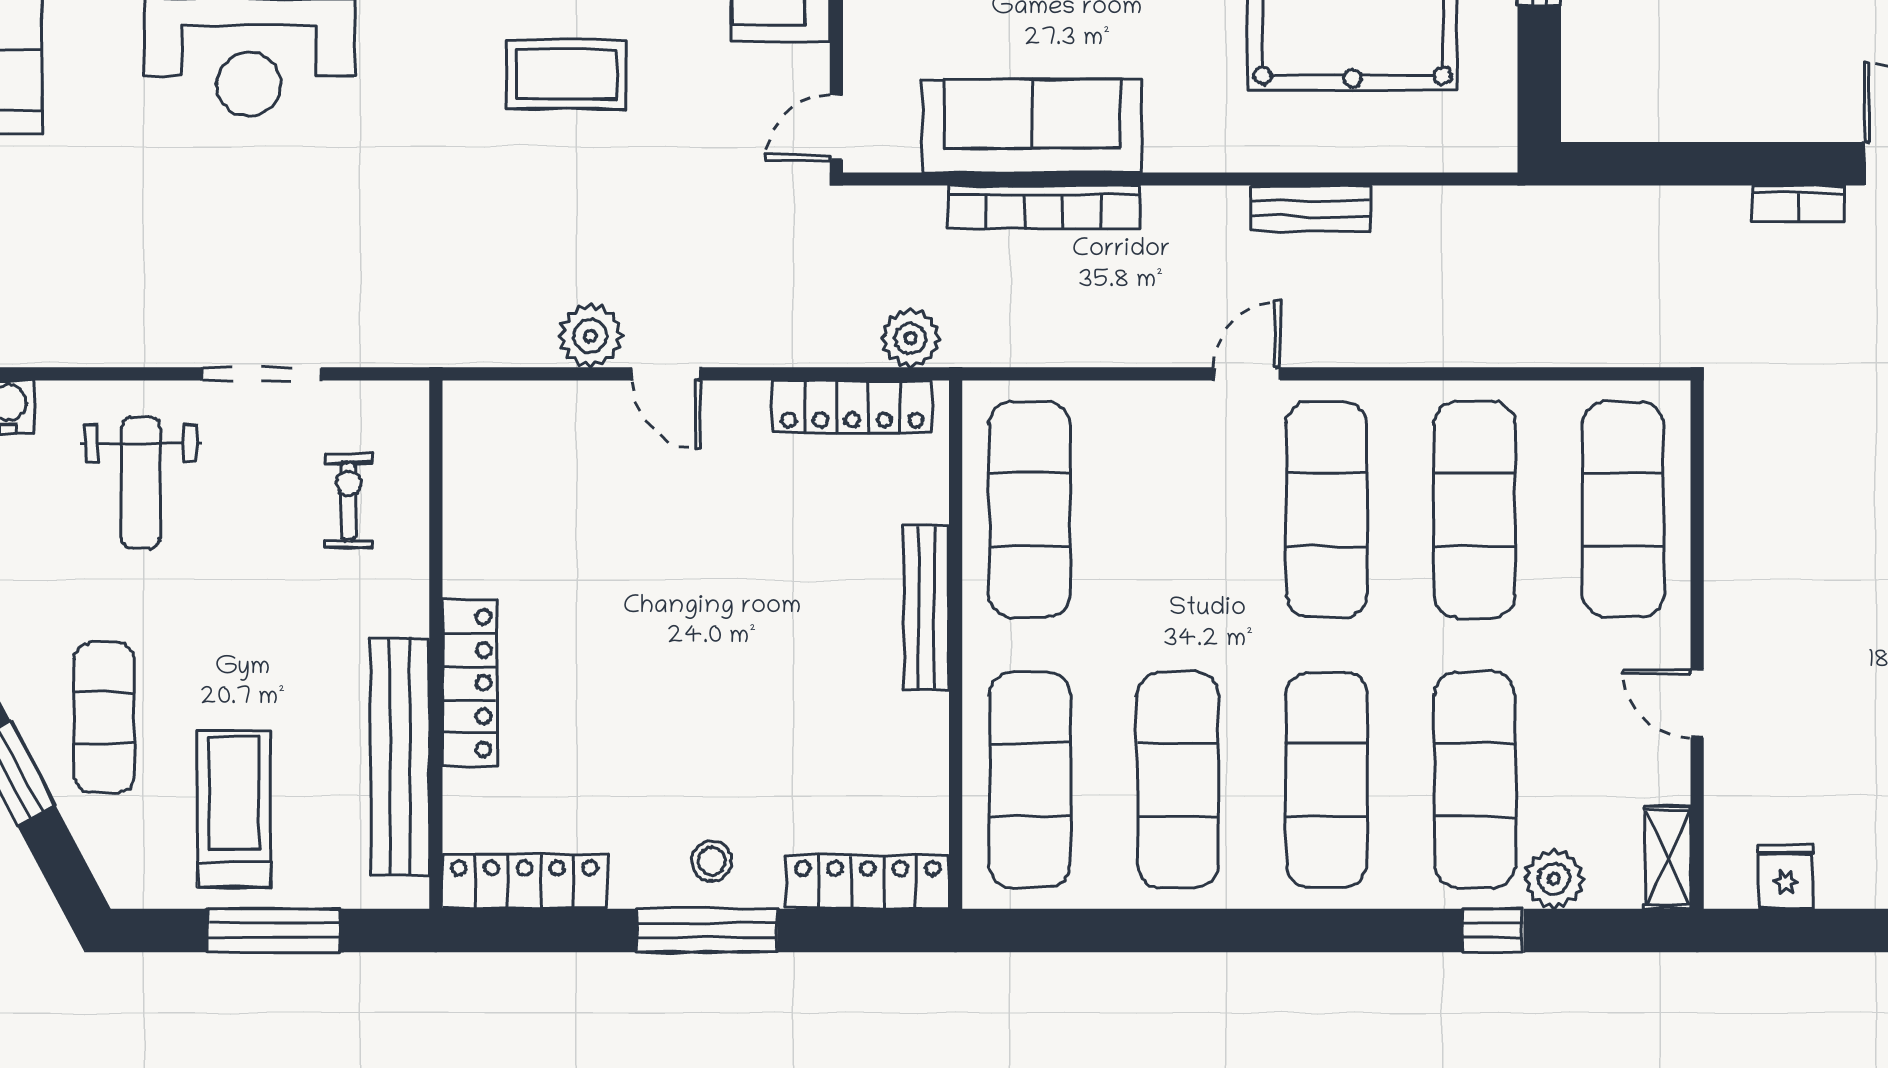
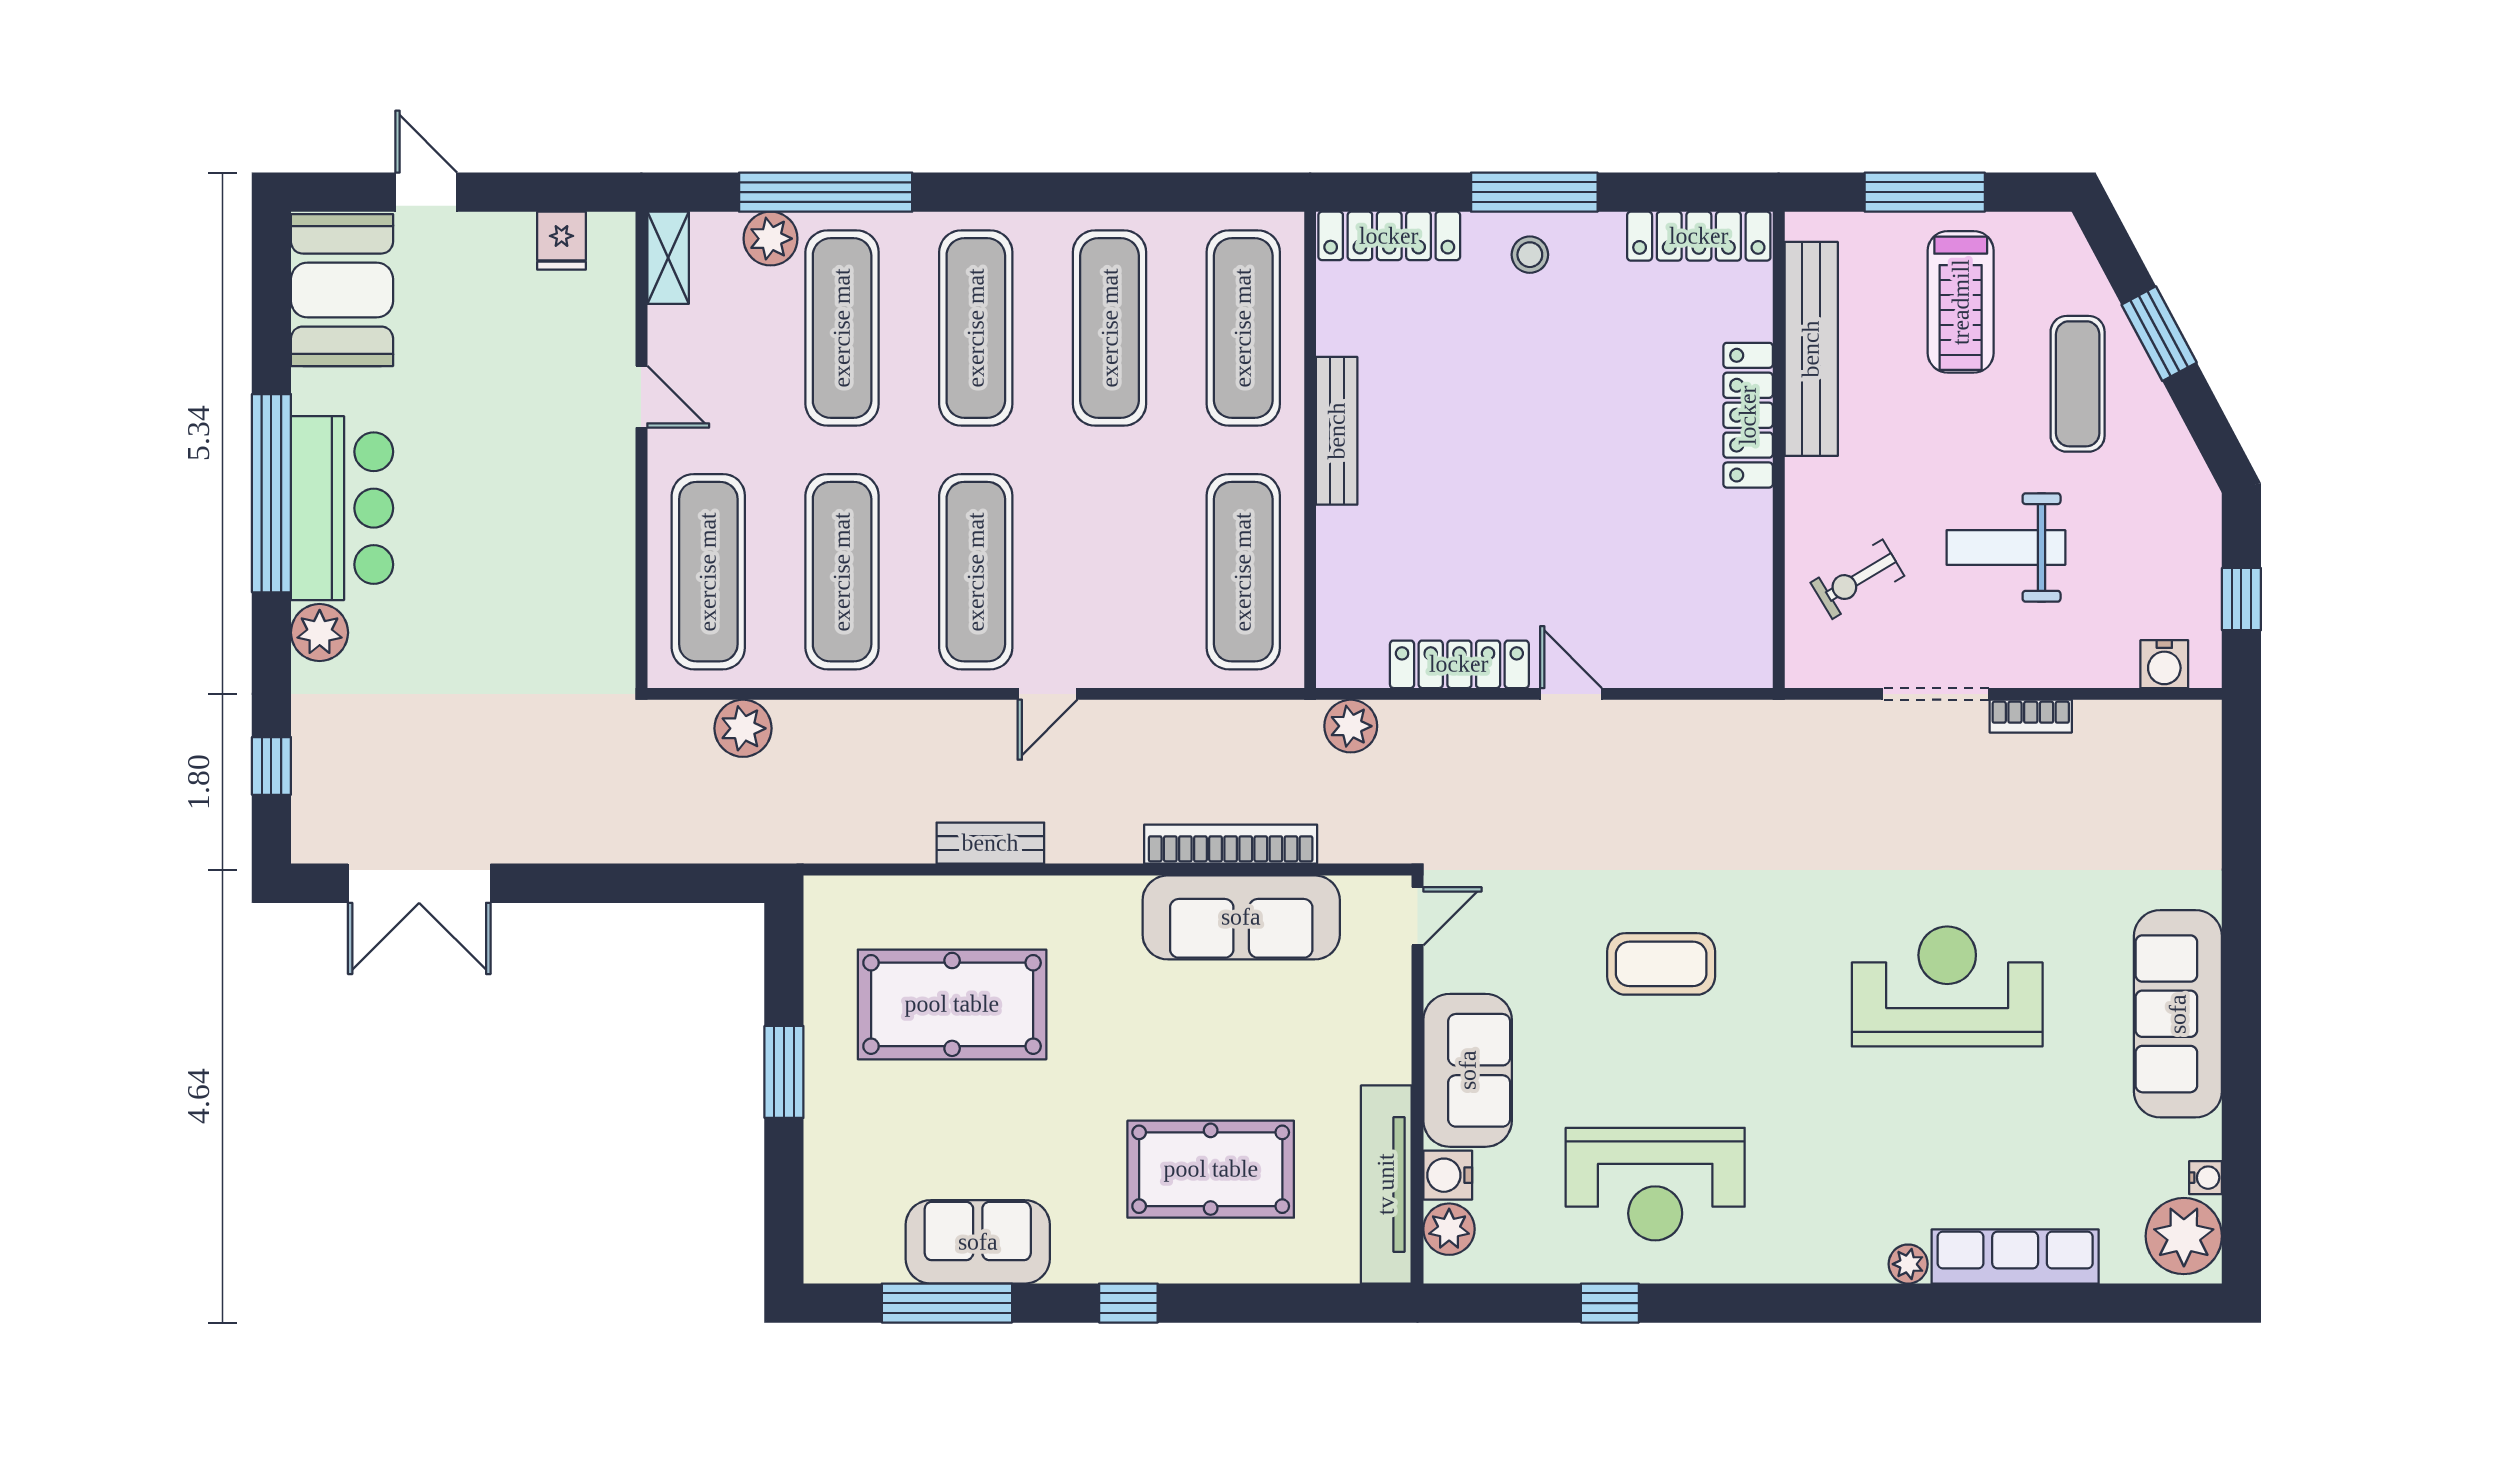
bookcase: (1798, 204) -> (2031, 716), moved, turned 180
plant: (590, 336) -> (743, 728), moved
locker: (852, 407) -> (1459, 664), moved
weight bench: (141, 483) -> (2006, 547), moved, turned -90
exercise bike: (349, 501) -> (1857, 579), turned 59
bench: (926, 608) -> (1337, 431), moved
window: (1493, 930) -> (826, 192), width x3.17

